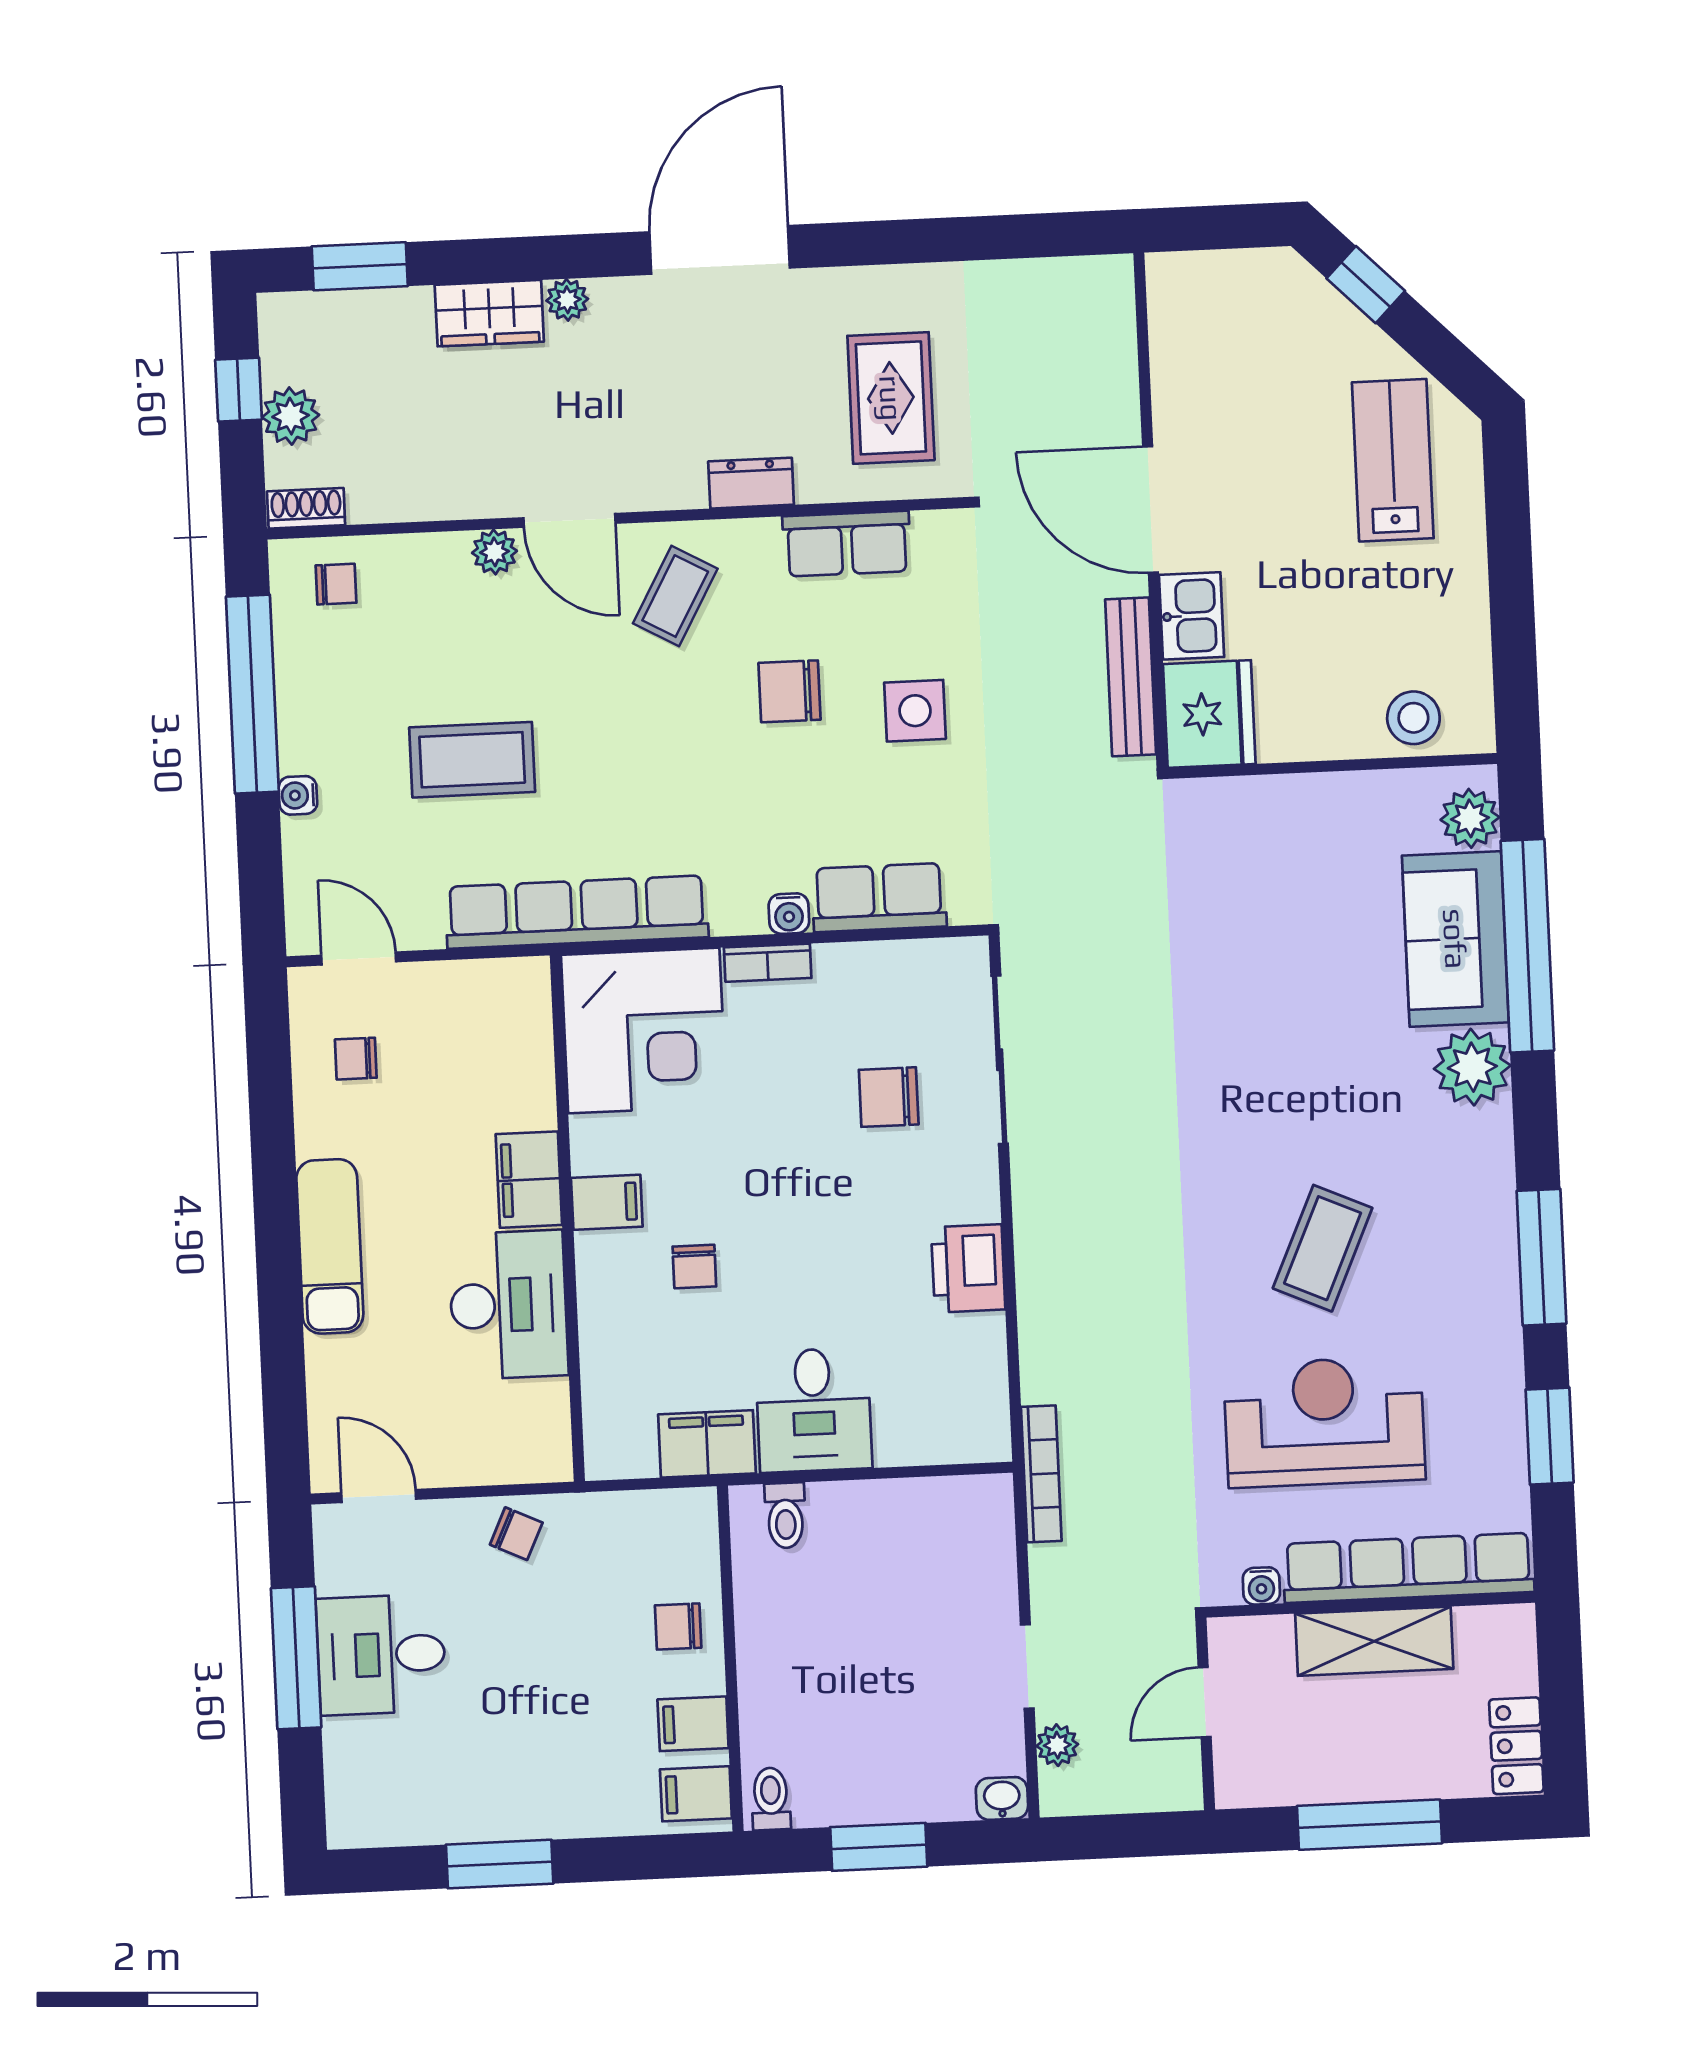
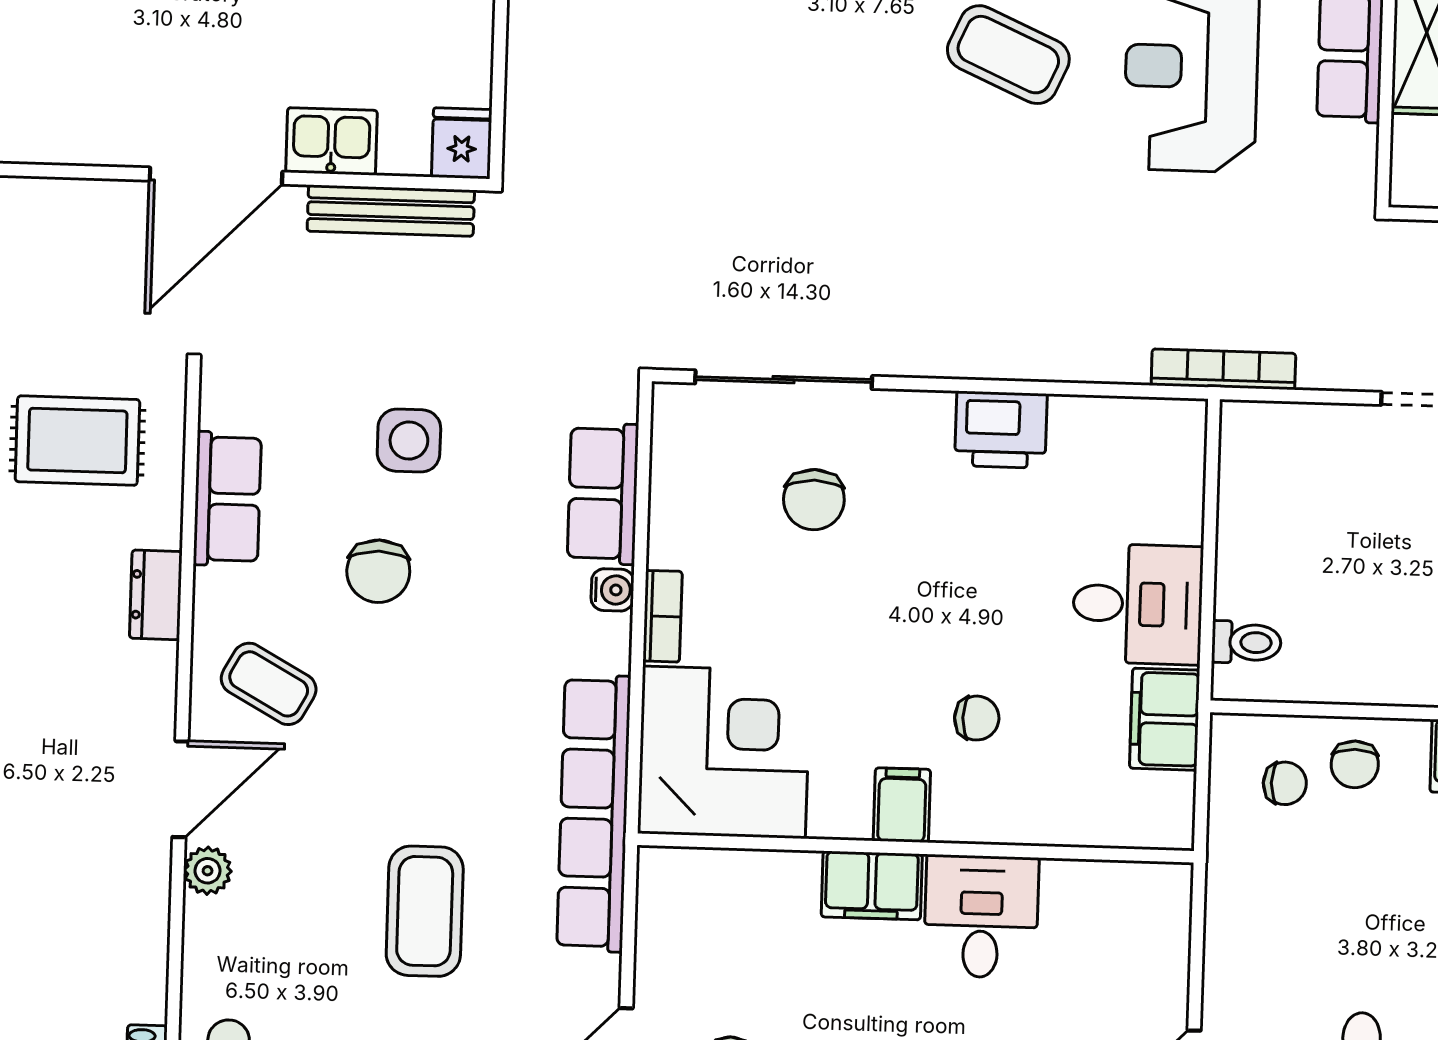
fridge: (1209, 714) -> (462, 143), width x0.53, depth x0.75
desk: (508, 1305) -> (981, 917), width x0.73
chair: (516, 1534) -> (1285, 783), moved, turned 65
water cooler: (1261, 1586) -> (1359, 147), removed

